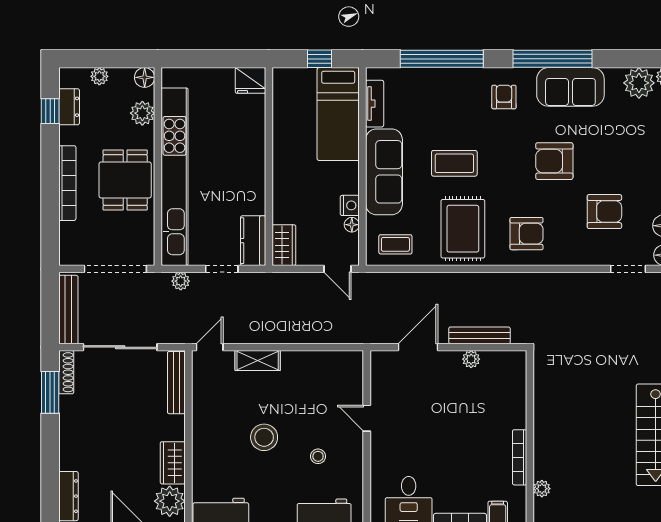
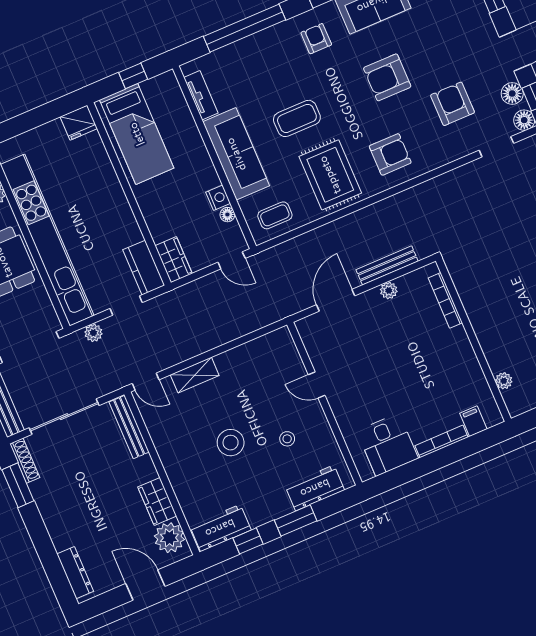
bed: (338, 114) -> (137, 134), moved
armchair: (604, 212) -> (453, 104), turned -90
door: (210, 347) -> (146, 382), swing flipped
bookcase: (520, 457) -> (445, 300), moved

